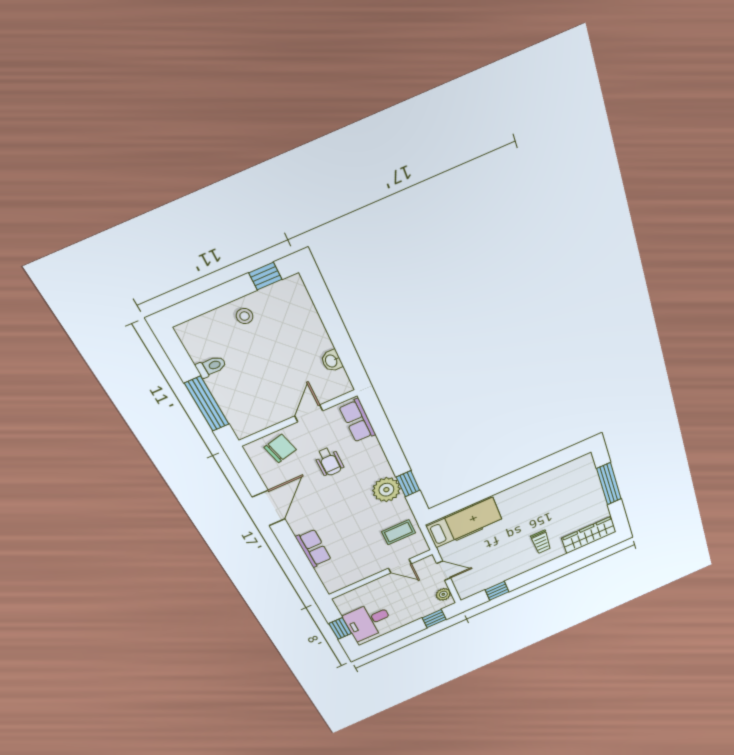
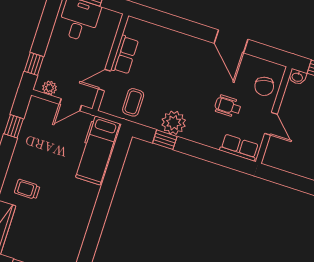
washbasin: (332, 361) -> (297, 77), moved, turned 180
row of seats: (313, 548) -> (125, 55), moved, turned -90

